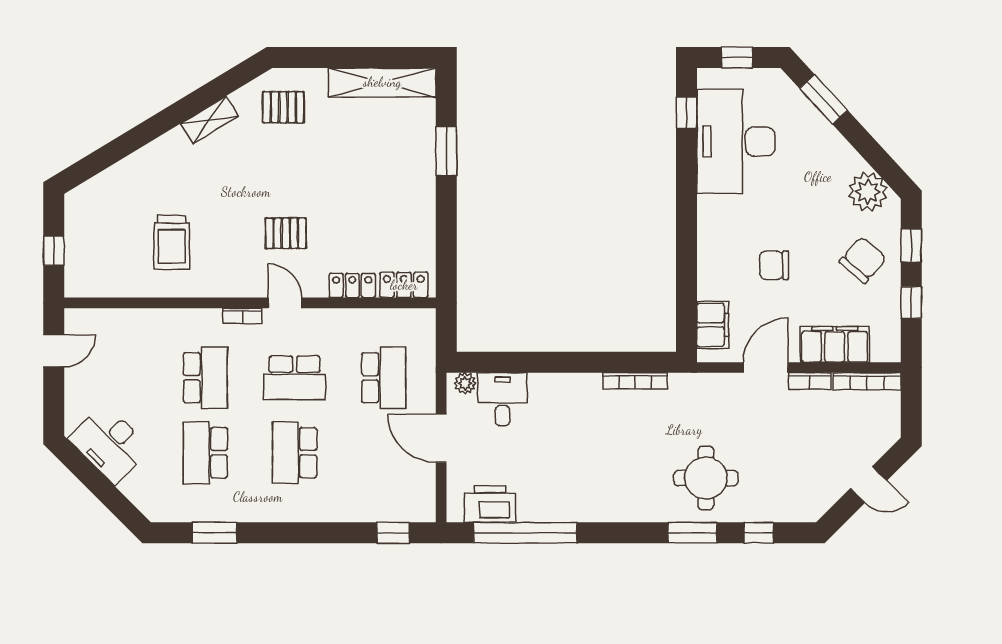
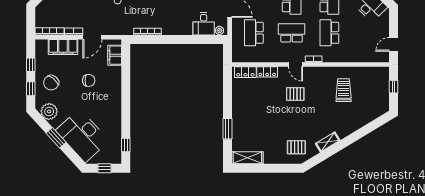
shelving: (382, 82) -> (247, 158), width x0.68
window: (824, 99) -> (56, 138), moved
desk: (736, 141) -> (82, 136), moved, turned 137

